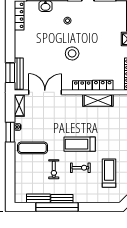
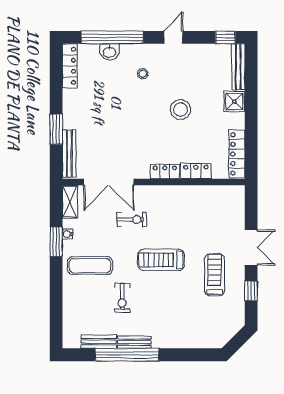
stool: (72, 53) -> (181, 110), moved
window: (10, 73) -> (56, 129), moved
double door: (45, 92) -> (109, 182), swing flipped
shelving: (98, 100) -> (189, 194), removed
exercise bike: (80, 168) -> (132, 220), moved
treadmill: (109, 173) -> (215, 275), moved

